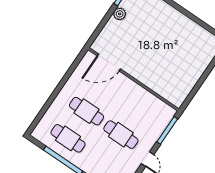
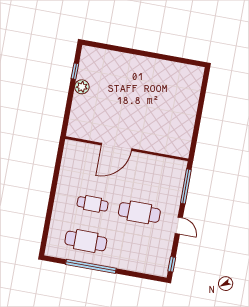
door: (109, 62) -> (116, 147), moved
cafe table: (87, 111) -> (93, 204), width x0.73, depth x0.74

